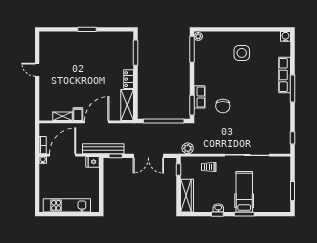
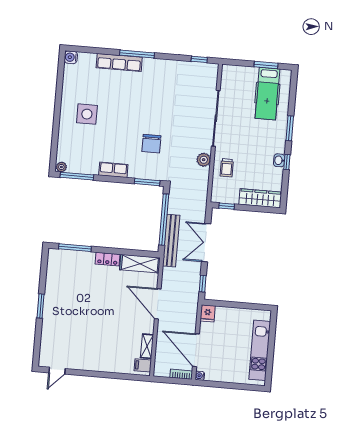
door: (37, 70) -> (57, 371), moved
row of seats: (200, 97) -> (113, 170), moved
chair: (223, 106) -> (151, 144), turned 90
filing cabinet: (78, 114) -> (143, 365), moved
plant: (188, 148) -> (204, 160), moved
bench: (103, 149) -> (171, 241), moved
double door: (148, 156) -> (206, 243), swing flipped
hospital bed: (244, 192) -> (267, 94), moved, turned -90

